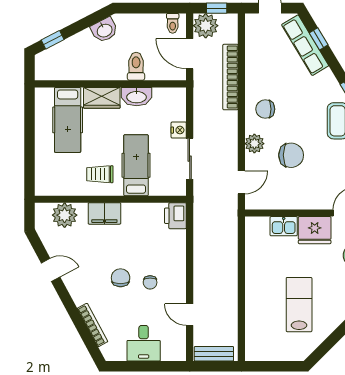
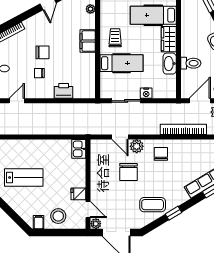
door: (241, 182) -> (120, 137), moved
plant: (65, 215) -> (90, 9), width x0.53, depth x0.53
printer: (175, 216) -> (64, 91), moved
kitchen sink: (284, 226) -> (79, 149), moved
fridge: (315, 230) -> (78, 194), width x0.53, depth x0.75

